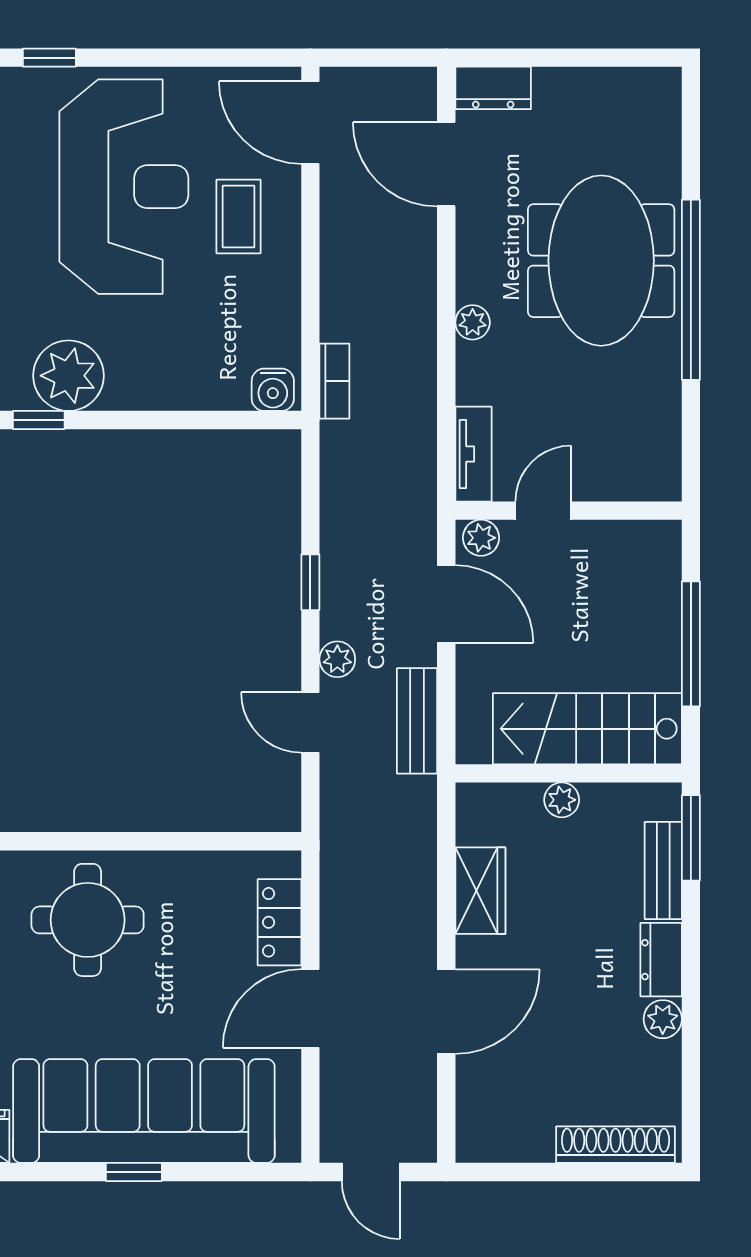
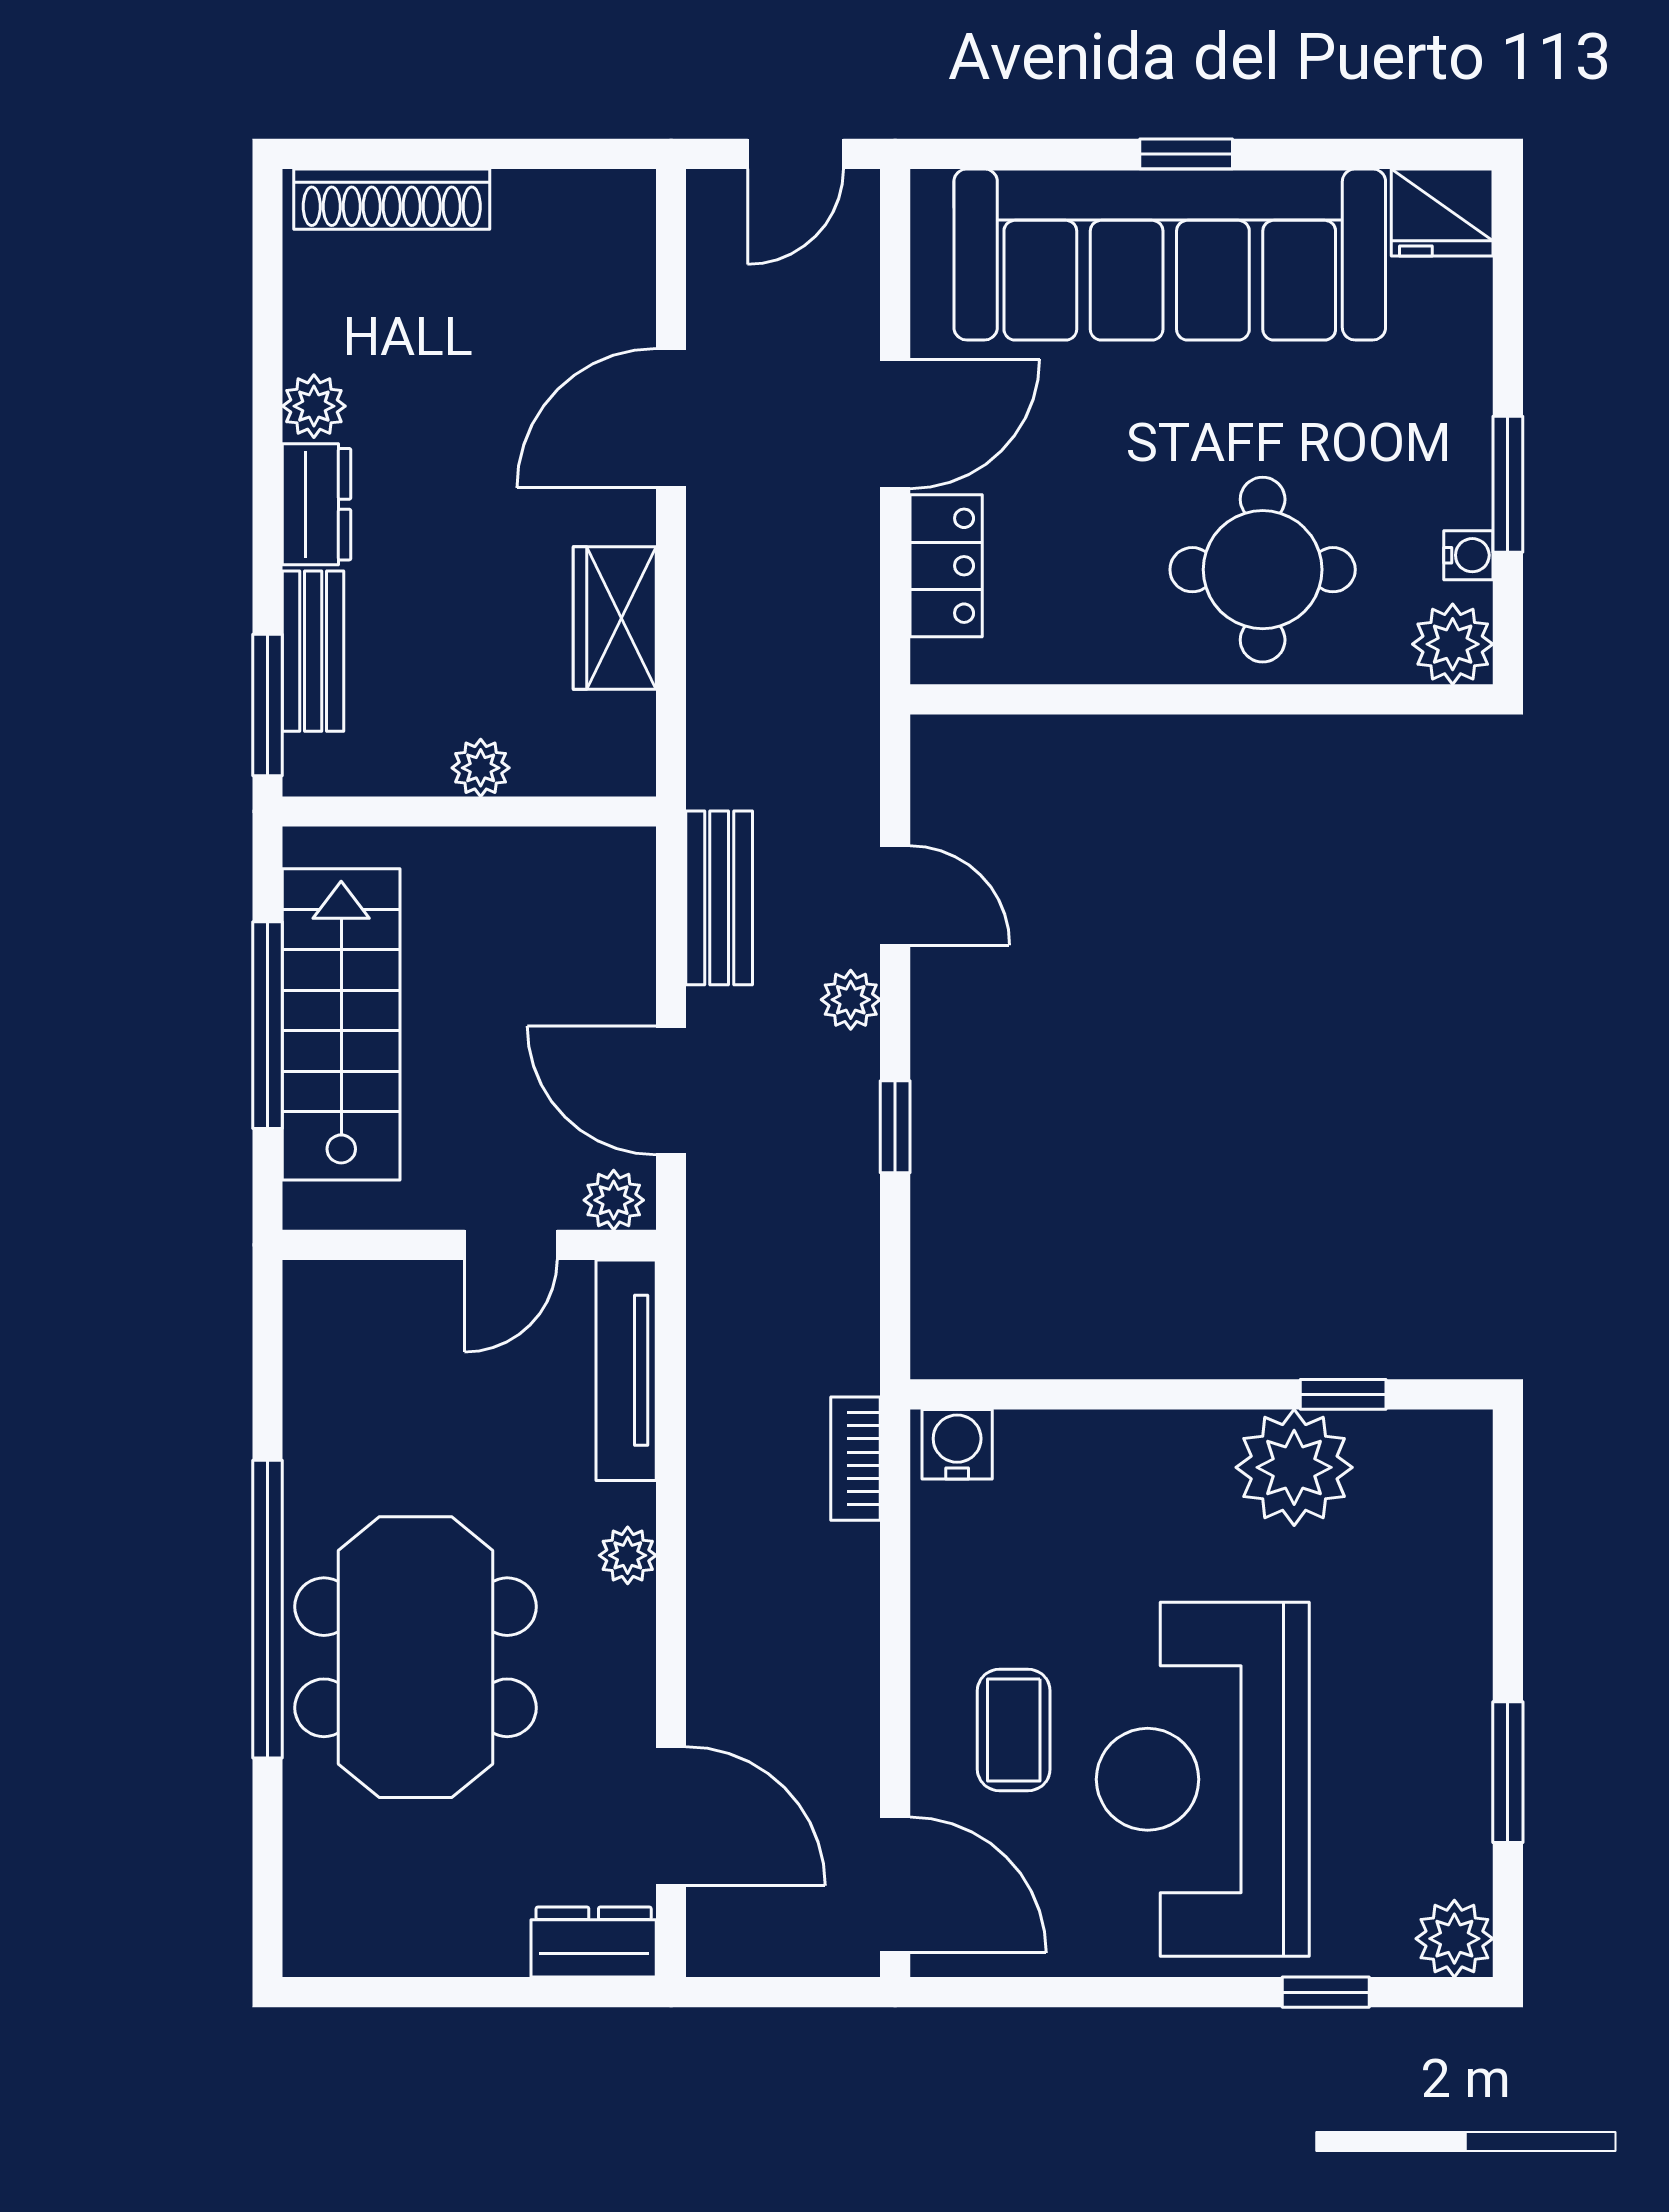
tv unit: (473, 454) -> (626, 1370), width x1.41
stairs: (587, 729) -> (341, 1024), moved, turned -90
door: (371, 1172) -> (796, 154), swing flipped

